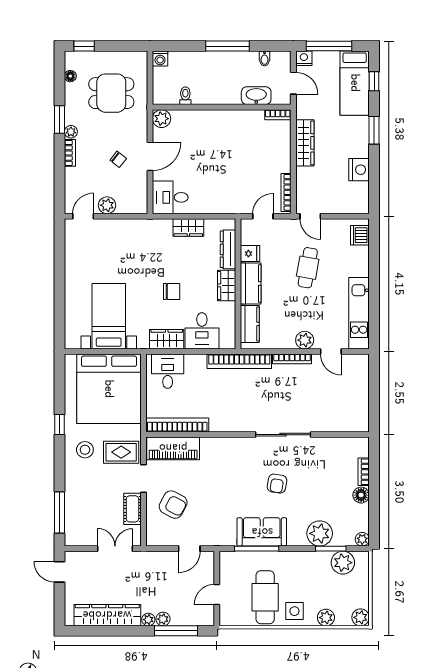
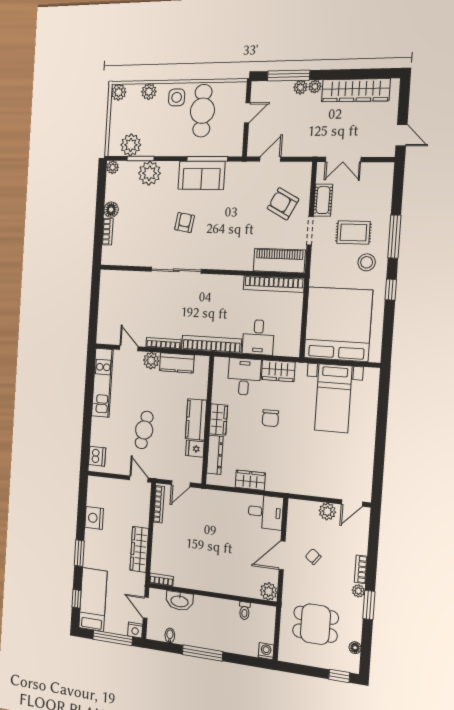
chair: (172, 292) -> (270, 418), turned -90
kitchen counter: (250, 324) -> (177, 363), moved, turned -90
desk: (168, 371) -> (258, 337), moved
rug: (121, 452) -> (353, 232), moved
window: (60, 513) -> (394, 237), moved

